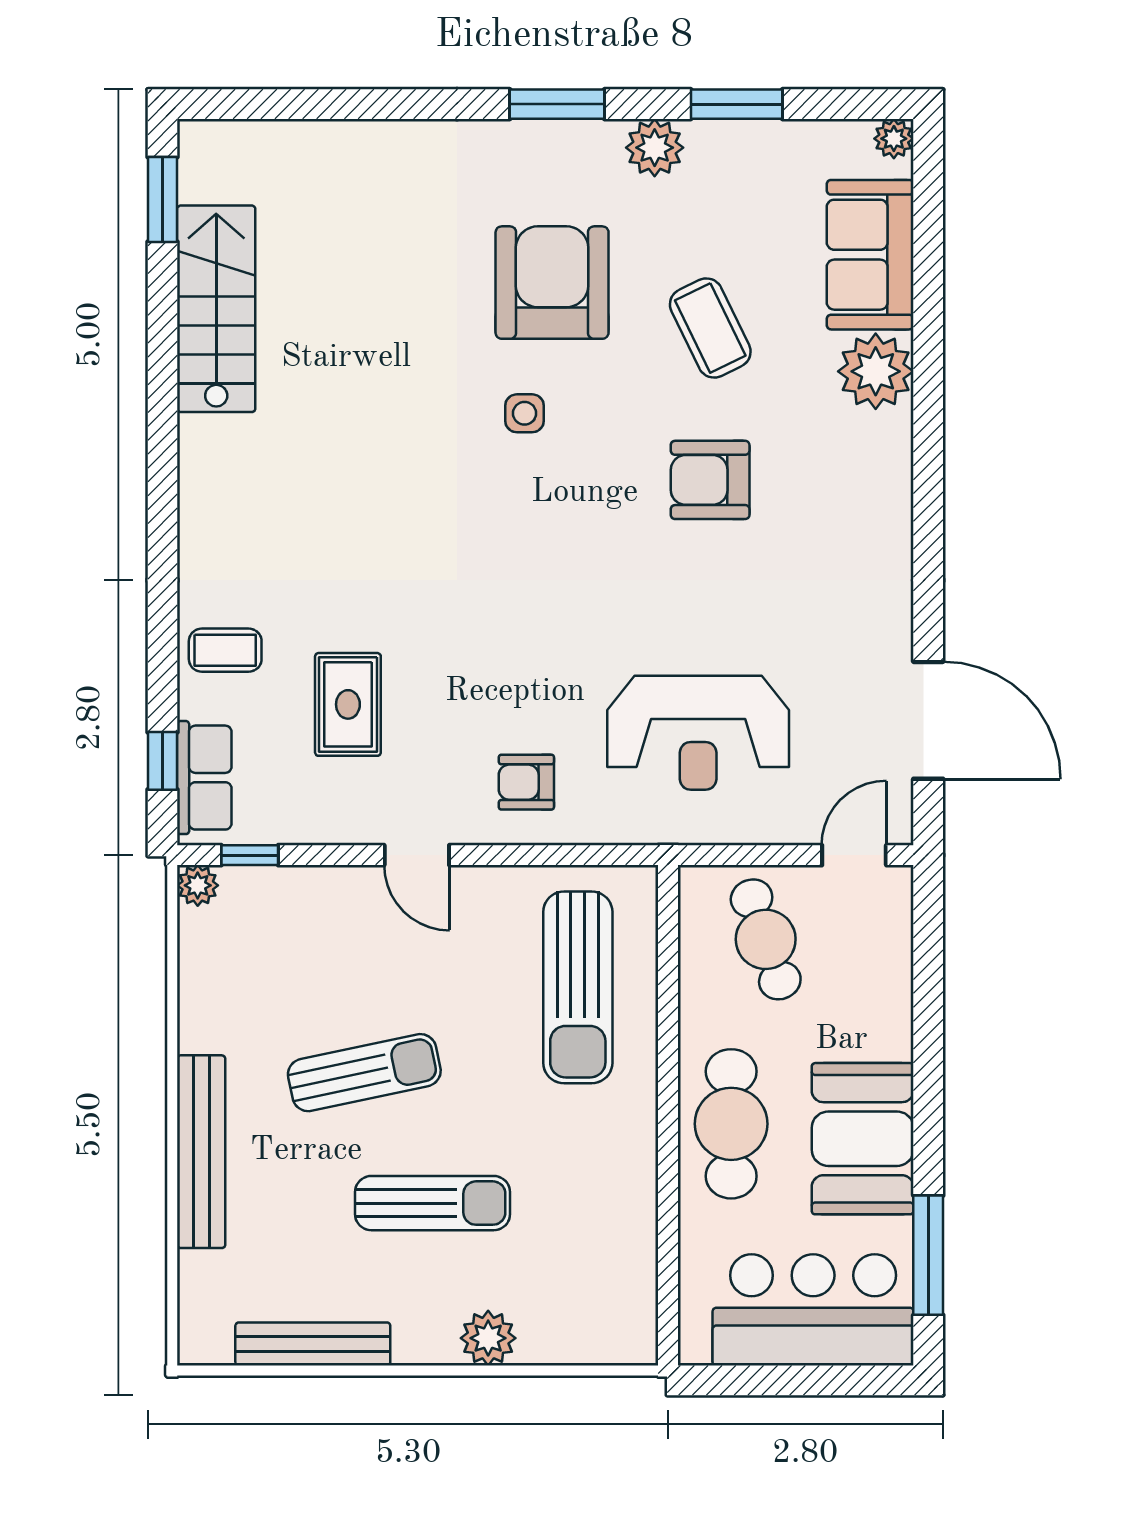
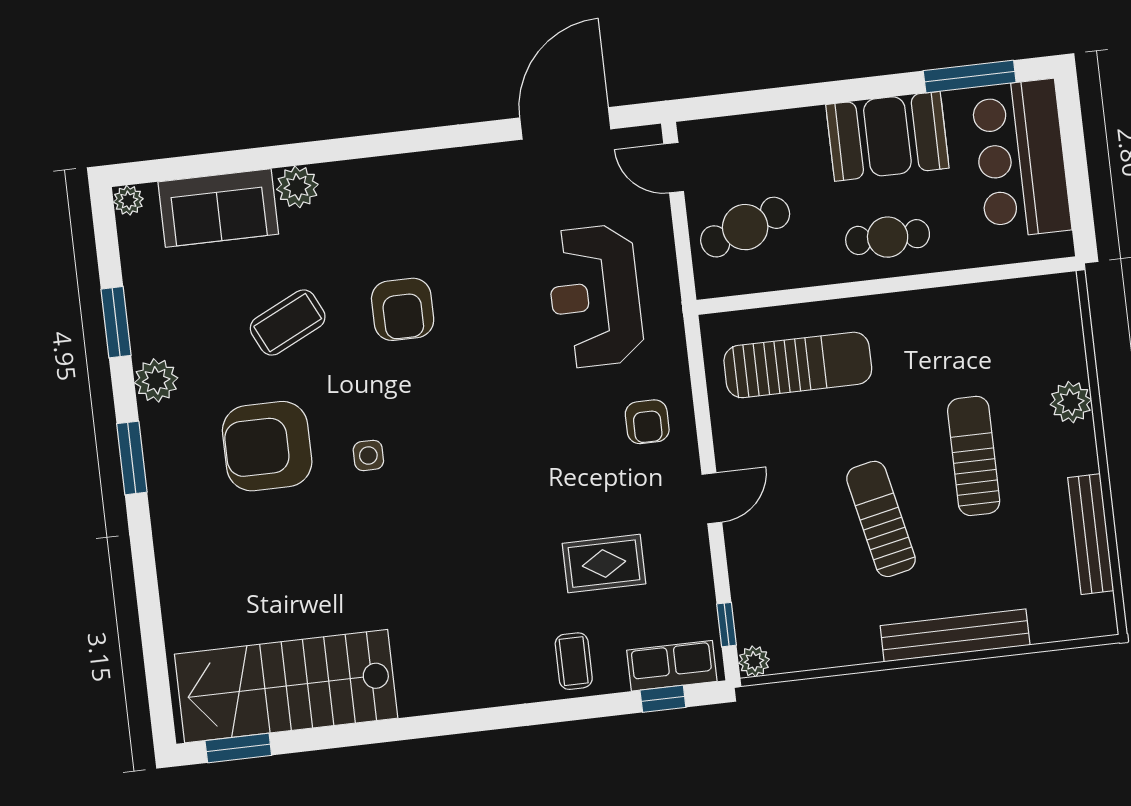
stairs: (216, 309) -> (286, 686), width x1.36, depth x1.51
plant: (876, 371) -> (297, 187), width x0.73, depth x0.73
reception desk: (698, 733) -> (595, 296), turned 180
cafe table: (731, 1124) -> (888, 237), width x0.73, depth x0.74

